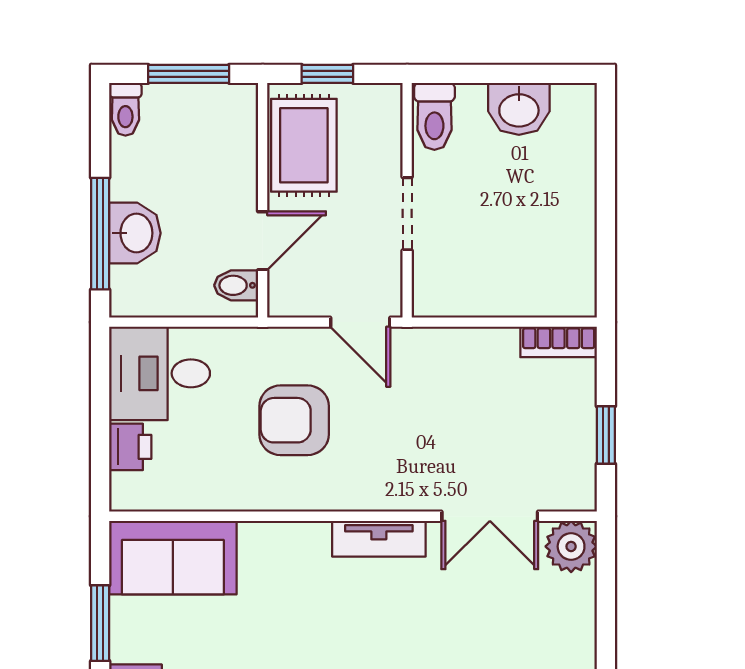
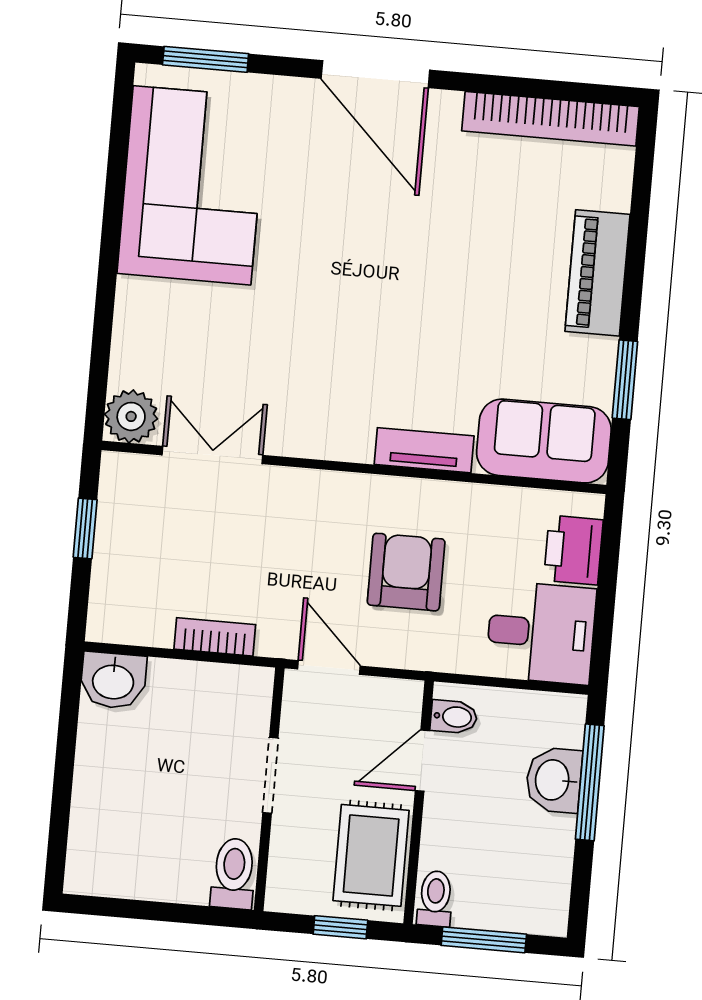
toilet: (125, 109) -> (435, 899), moved
washbasin: (519, 109) -> (113, 680), moved, turned 180
bookcase: (559, 342) -> (215, 637), moved
armchair: (294, 420) -> (406, 572), turned -90
printer: (130, 447) -> (573, 550), width x1.36, depth x1.24
tv unit: (379, 539) -> (424, 450), moved

